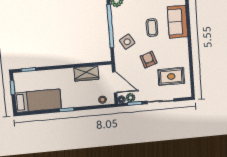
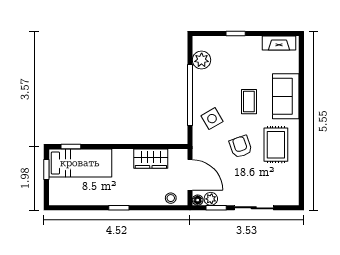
rug: (171, 76) -> (276, 145), moved, turned 90
bed: (38, 101) -> (80, 163), moved

